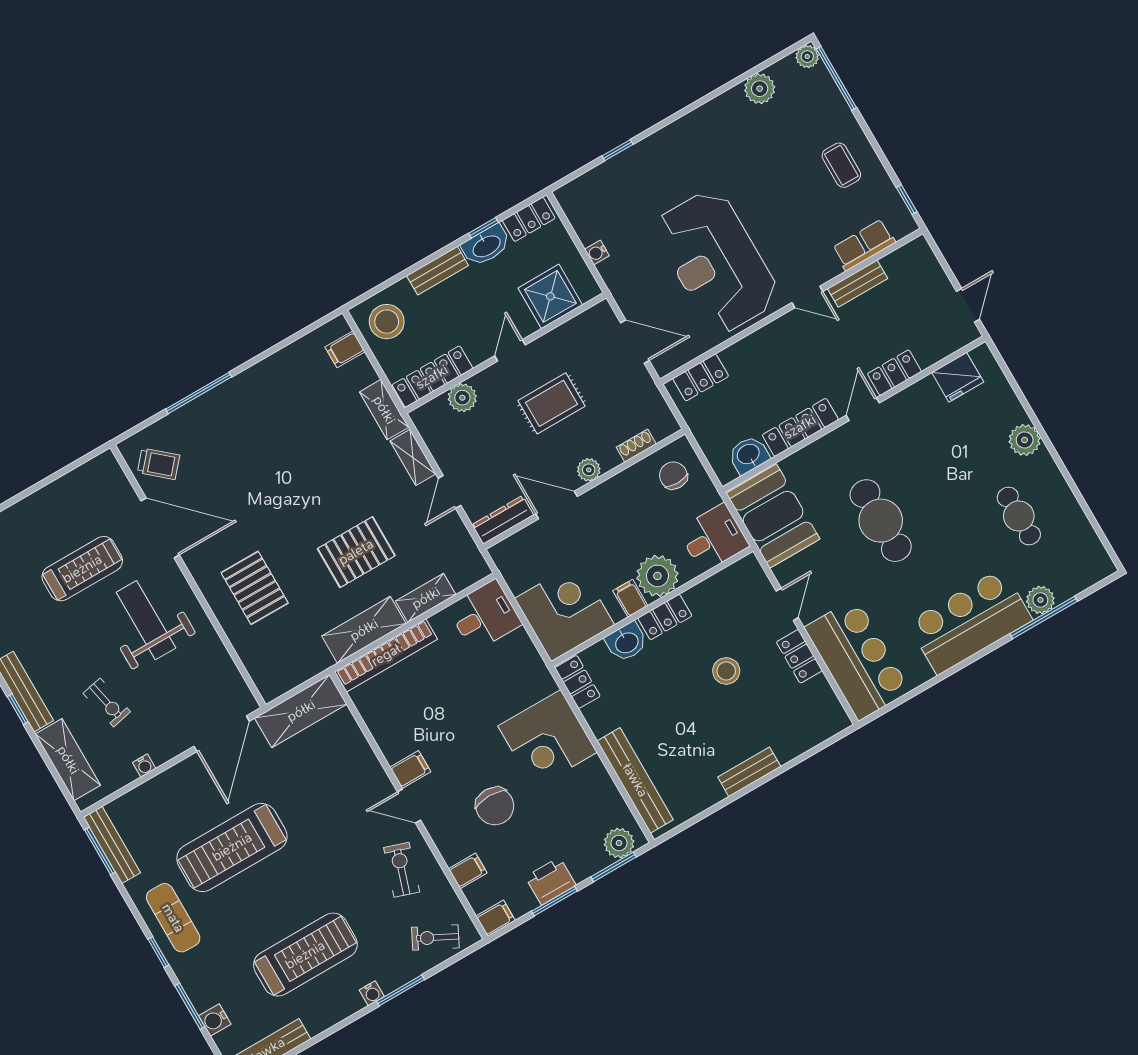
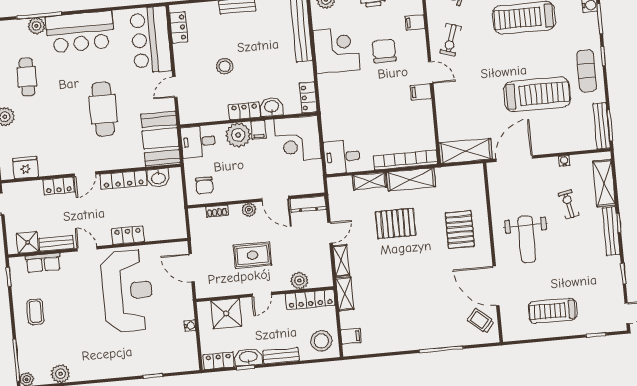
shower: (902, 265) -> (28, 242), added
locker: (701, 377) -> (128, 235), moved
treadmill: (82, 569) -> (553, 311), moved
locker: (799, 656) -> (179, 27), moved
corner desk: (548, 739) -> (337, 50), moved

